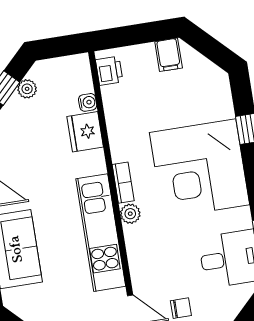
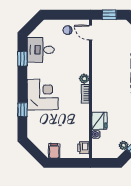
corner desk: (199, 169) -> (43, 95), width x0.74, depth x0.74
kitchen unit: (101, 233) -> (100, 72), removed

